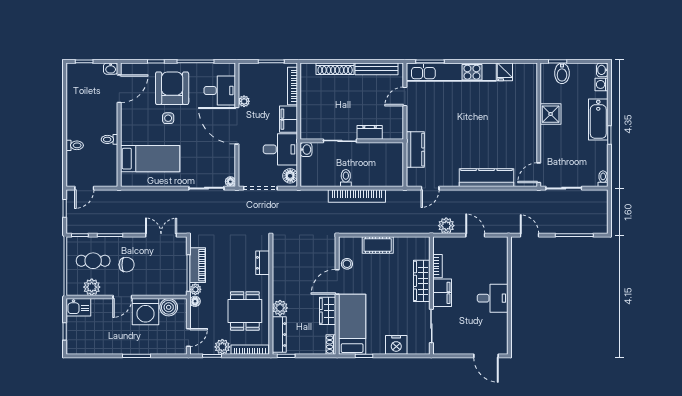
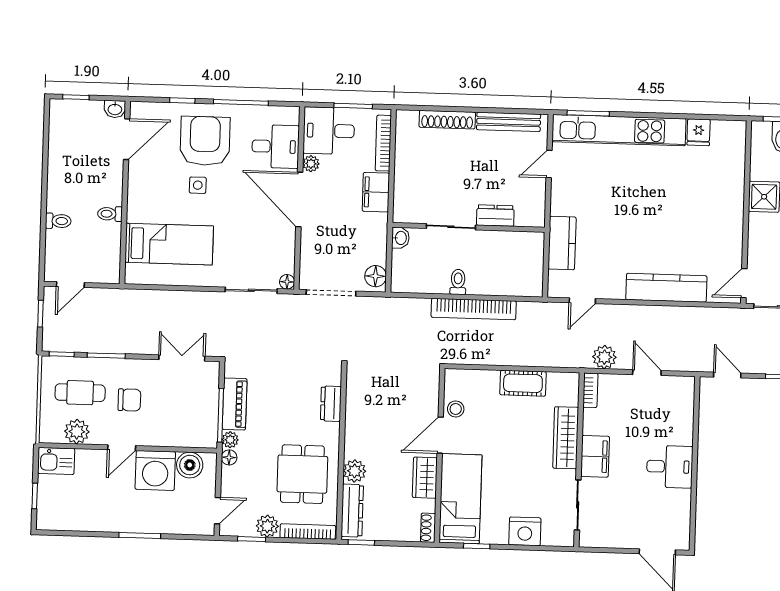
desk: (280, 149) -> (329, 131), moved, turned 180
cot: (378, 245) -> (523, 383), moved
bookcase: (437, 266) -> (590, 390), moved

